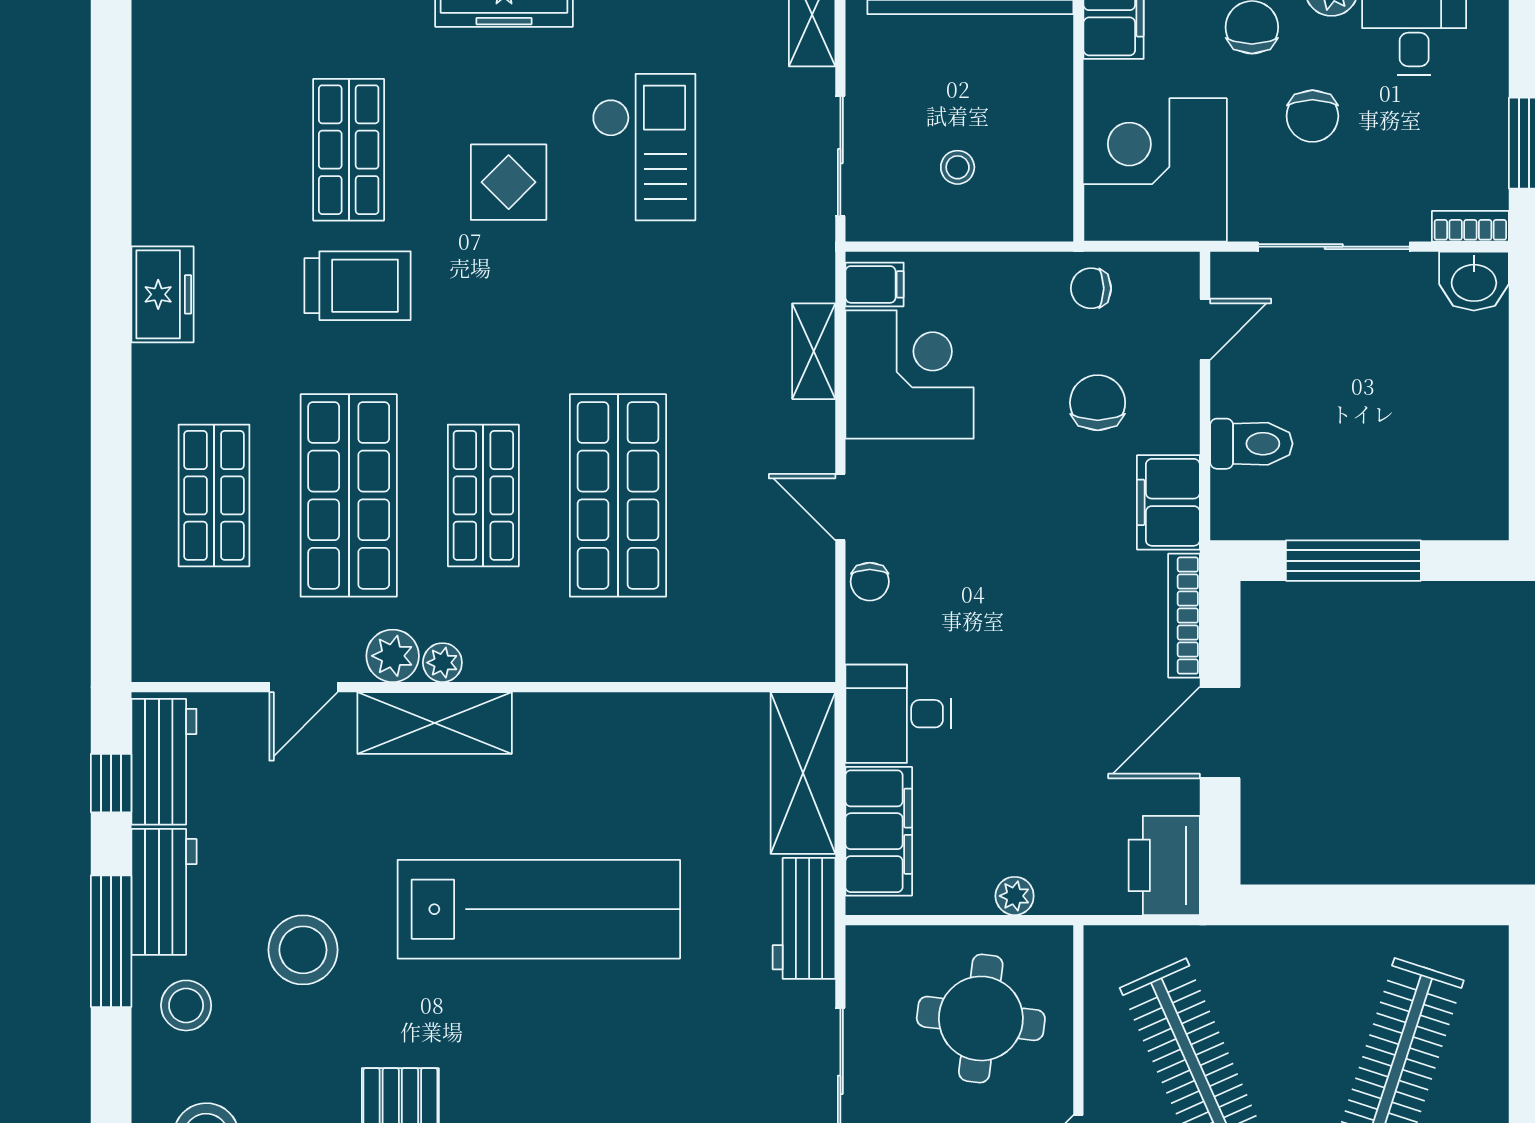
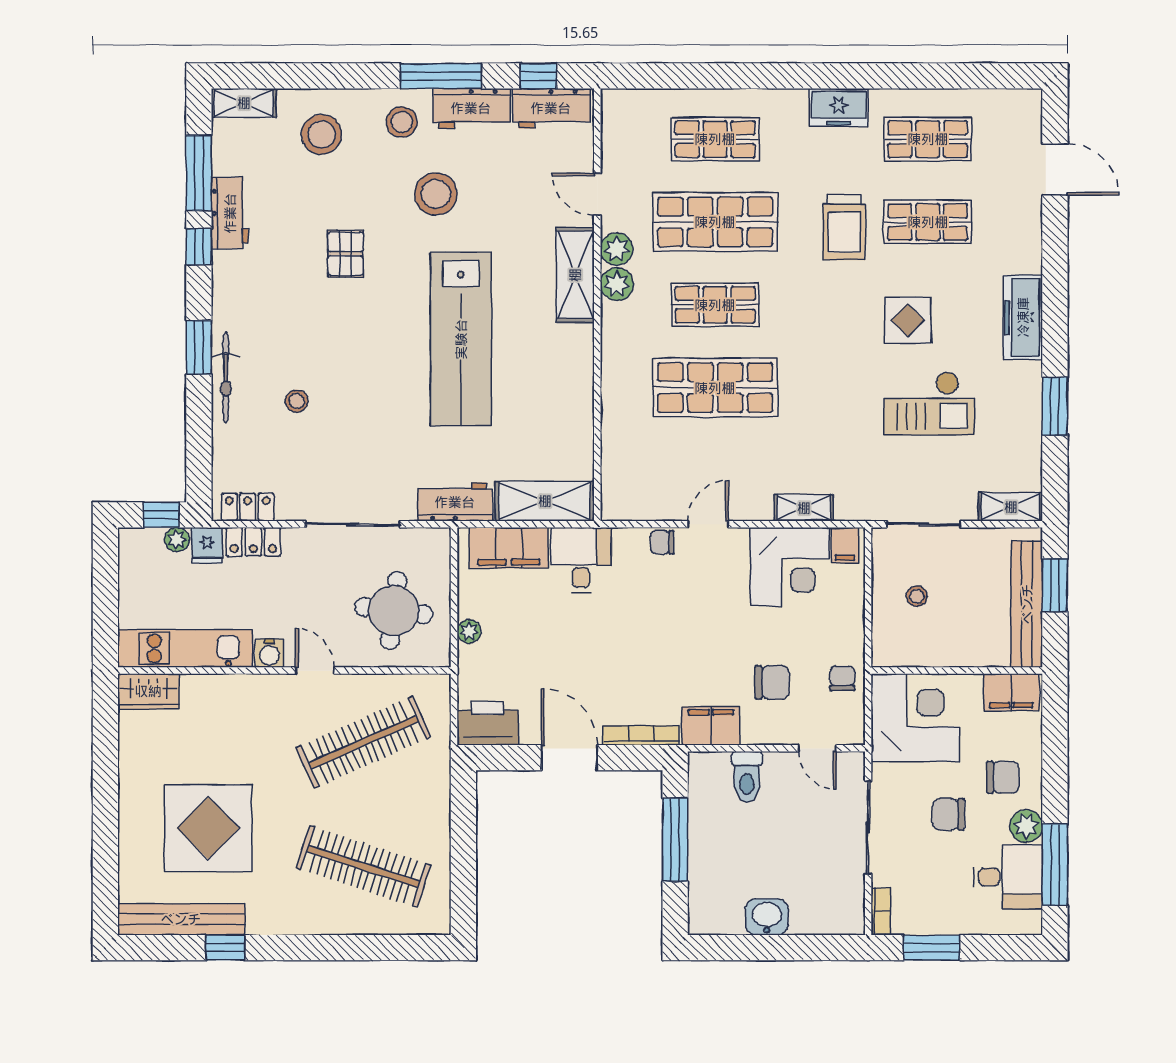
shop shelf: (214, 150) -> (928, 139), added
washbasin: (1474, 281) -> (767, 917), moved, turned 90
plant: (442, 663) -> (617, 284), width x1.38, depth x1.38

